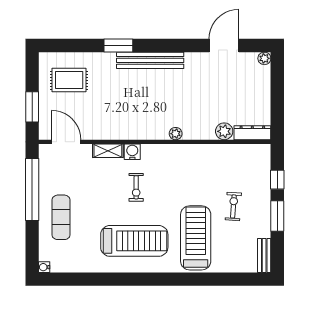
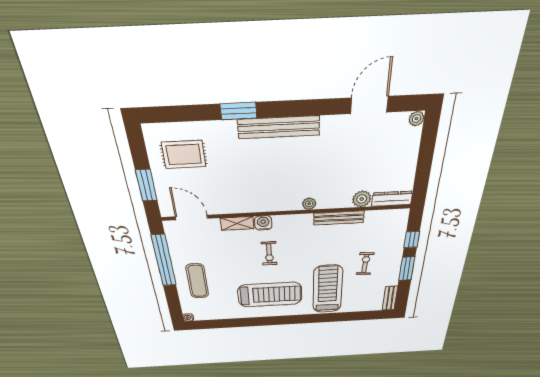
bench: (204, 150) -> (339, 218), added

